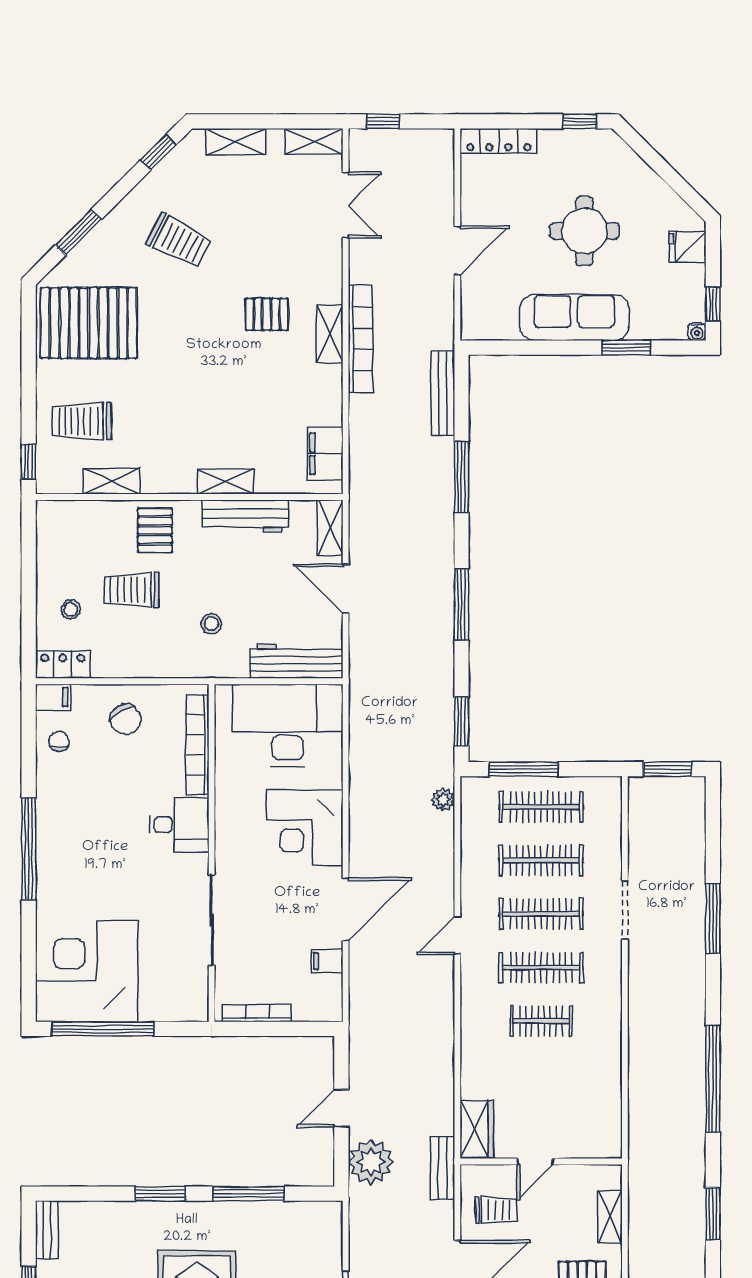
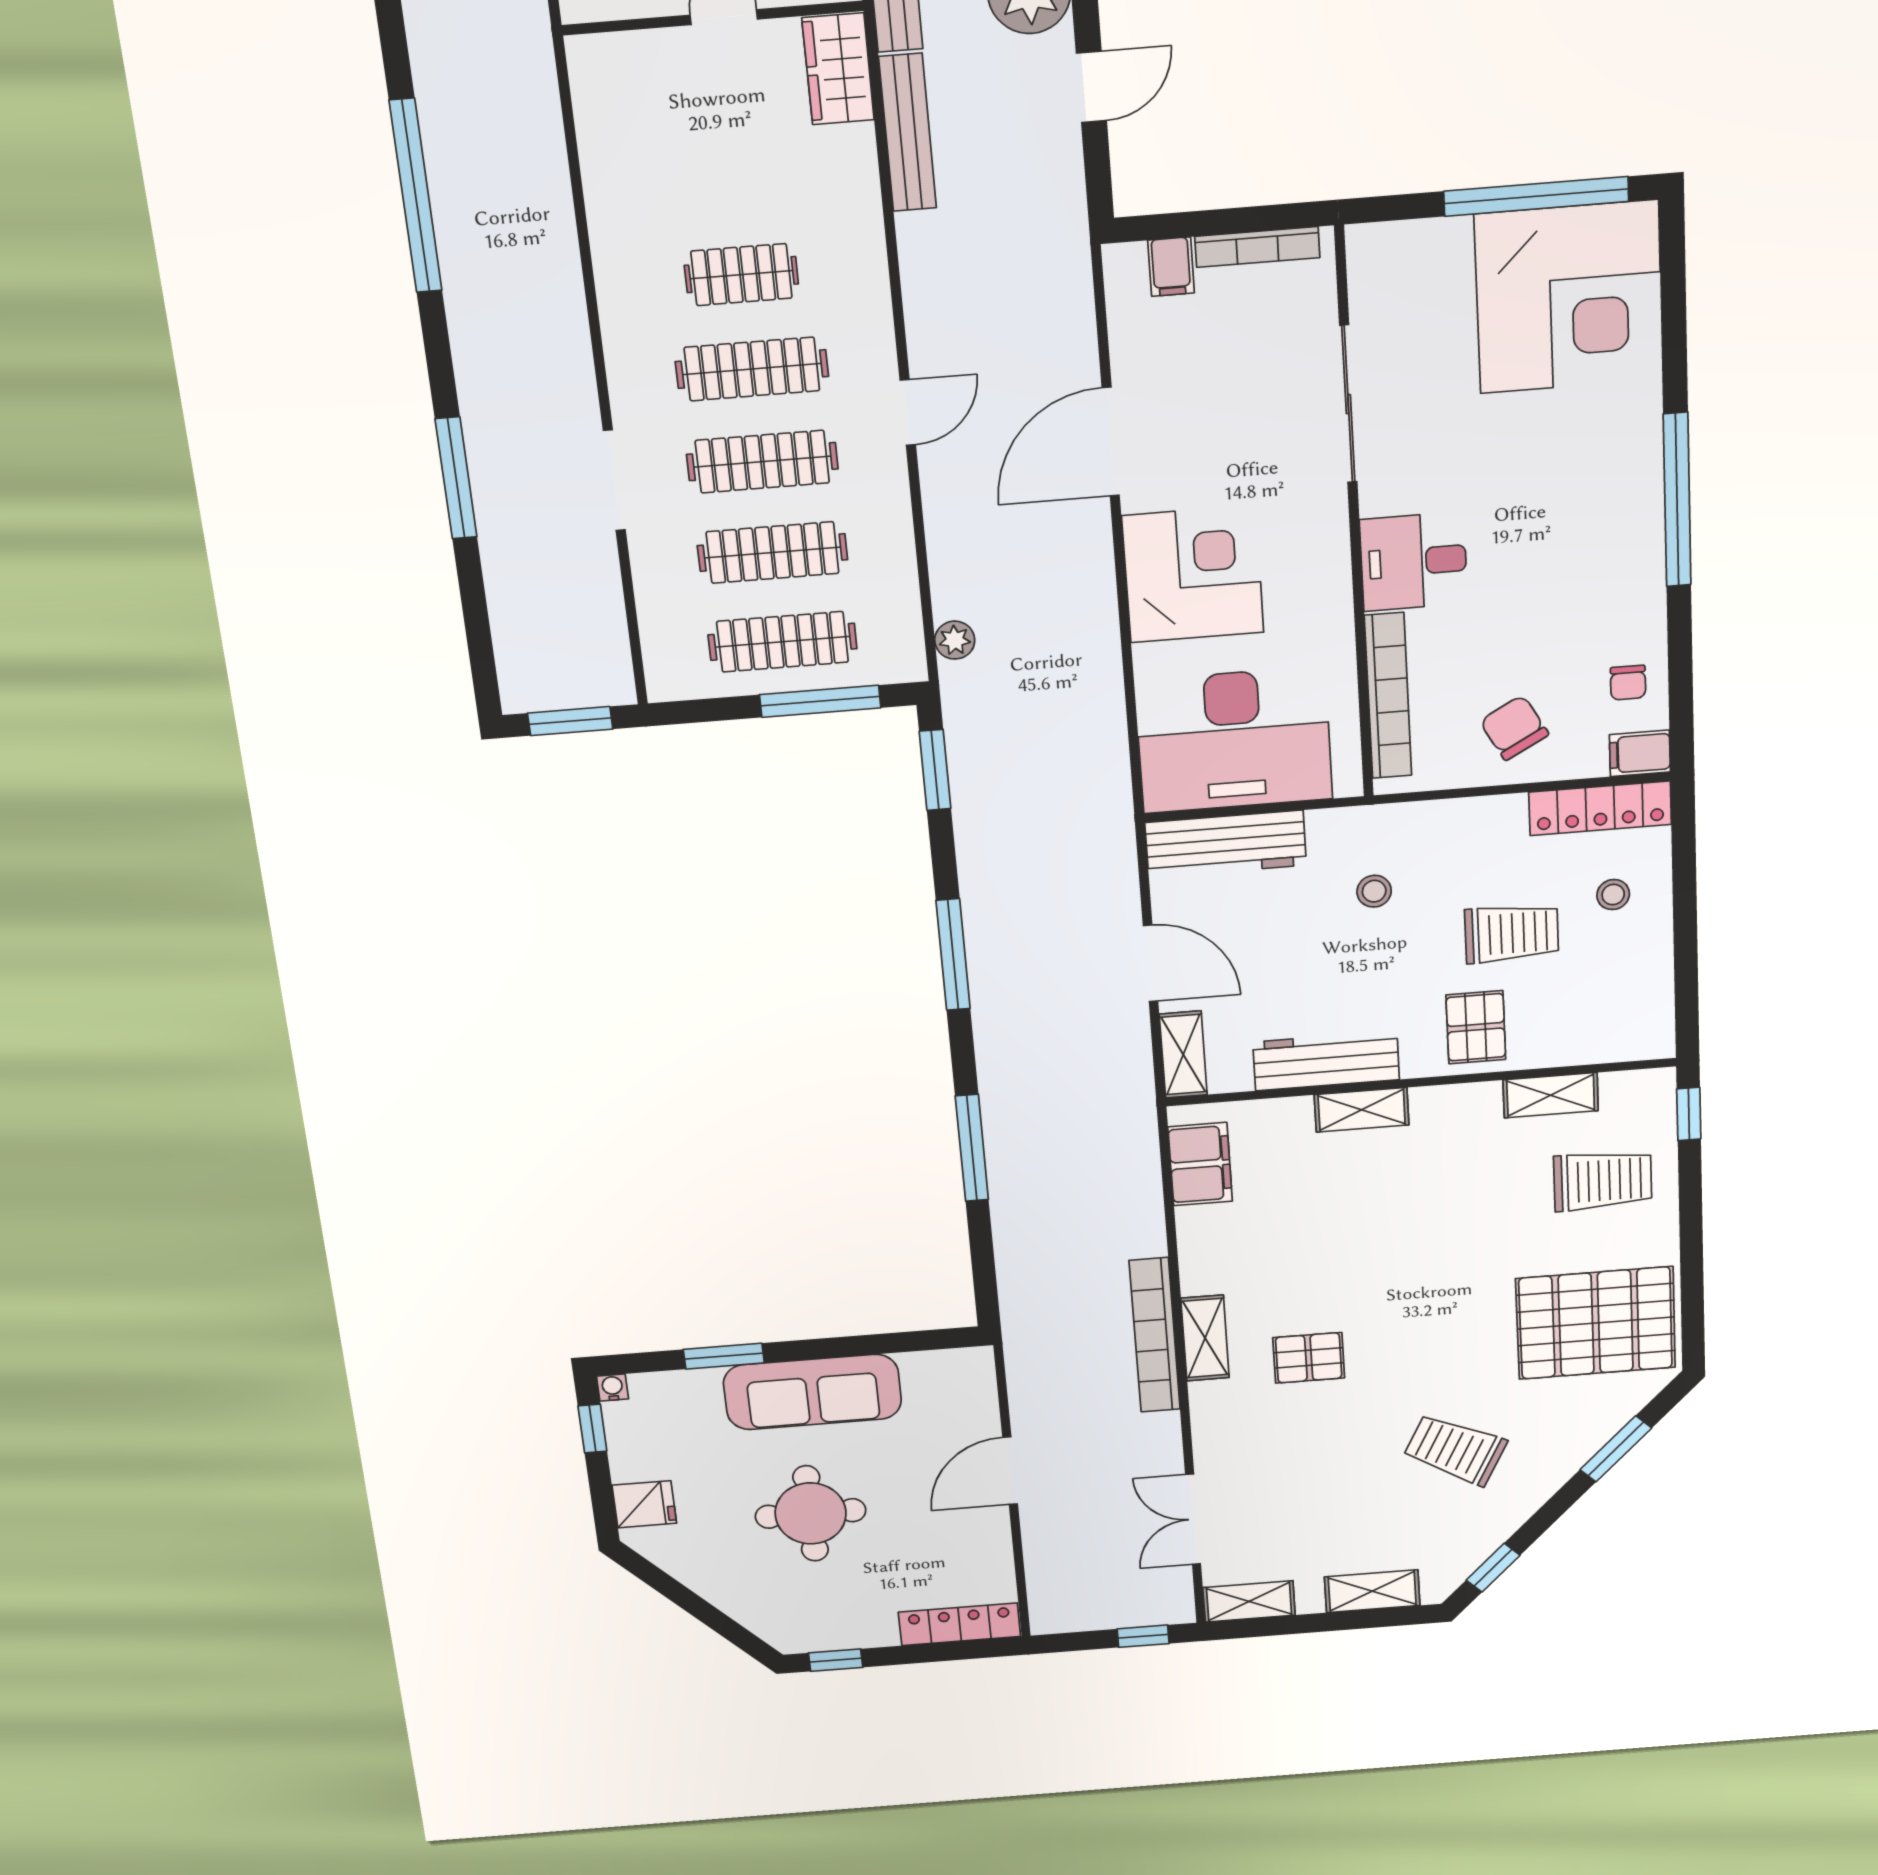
bench: (443, 393) -> (908, 133), moved
locker: (63, 665) -> (1600, 808), width x1.53
filing cabinet: (327, 961) -> (1171, 267), moved, turned 90

